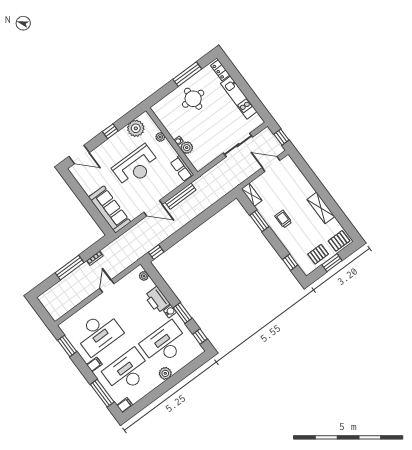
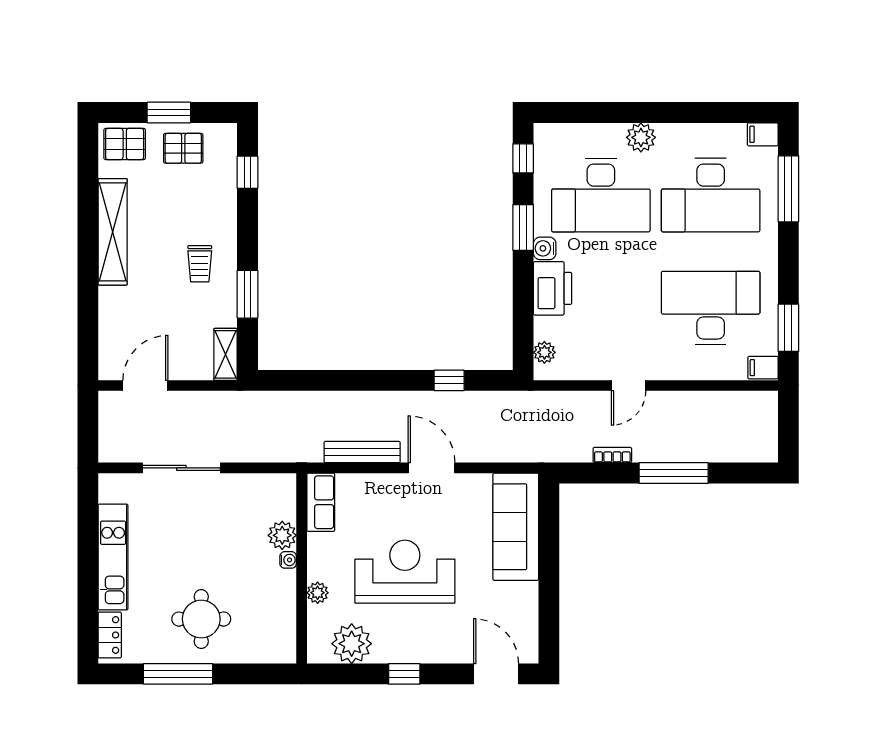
window: (281, 137) -> (88, 422), removed
door: (271, 164) -> (145, 385), swing flipped
shelving: (321, 208) -> (113, 232), width x1.47
window: (156, 252) -> (449, 380), moved
filing cabinet: (94, 364) -> (763, 368), moved

